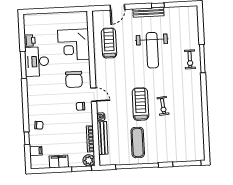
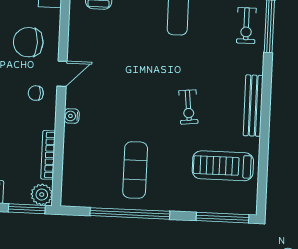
chair: (74, 79) -> (28, 42), turned 90
door: (94, 95) -> (62, 74), hinge flipped
treadmill: (140, 104) -> (223, 166), moved, turned -90
bench: (103, 138) -> (253, 106), moved

